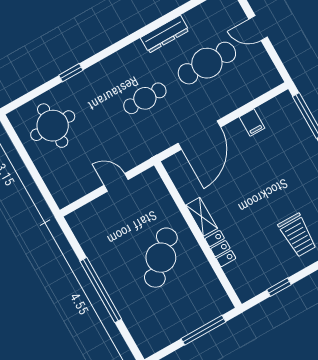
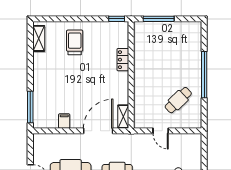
shelving: (202, 217) -> (123, 117), moved
cafe table: (161, 258) -> (178, 100), moved, width x0.73, depth x0.74
window: (279, 287) -> (117, 19), moved

